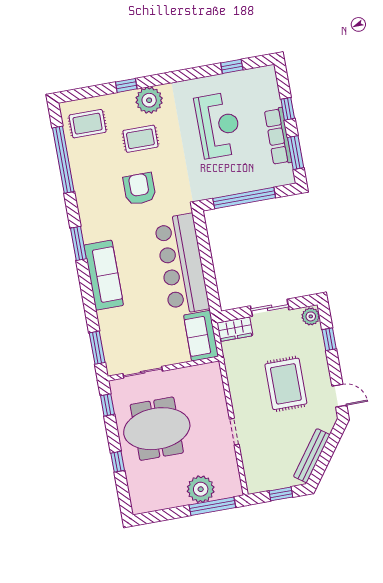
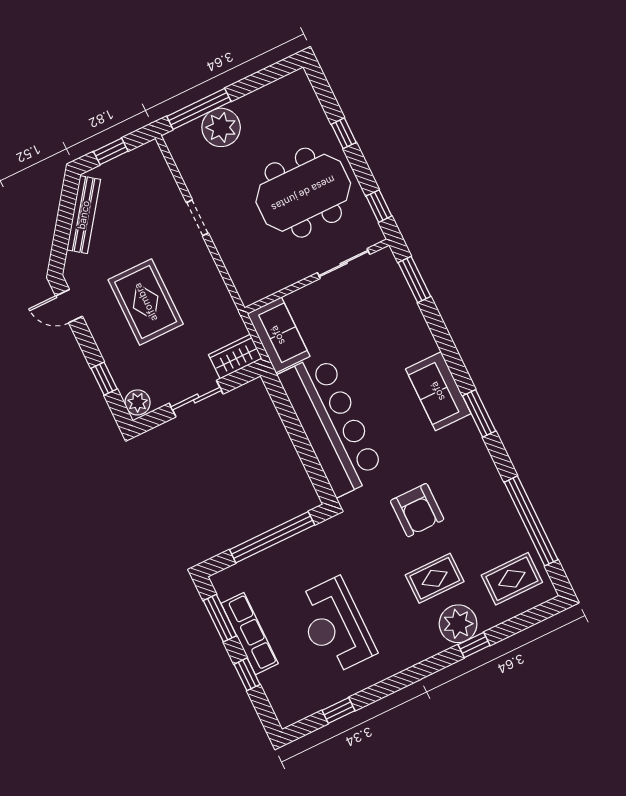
plant: (149, 100) -> (458, 624), moved
sofa: (104, 275) -> (438, 391), width x0.73

